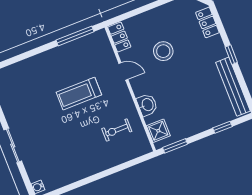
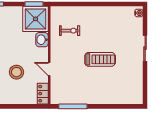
treadmill: (79, 94) -> (100, 59), moved
shower: (158, 131) -> (35, 19), width x1.86, depth x1.86

